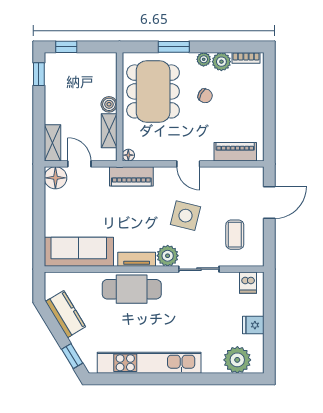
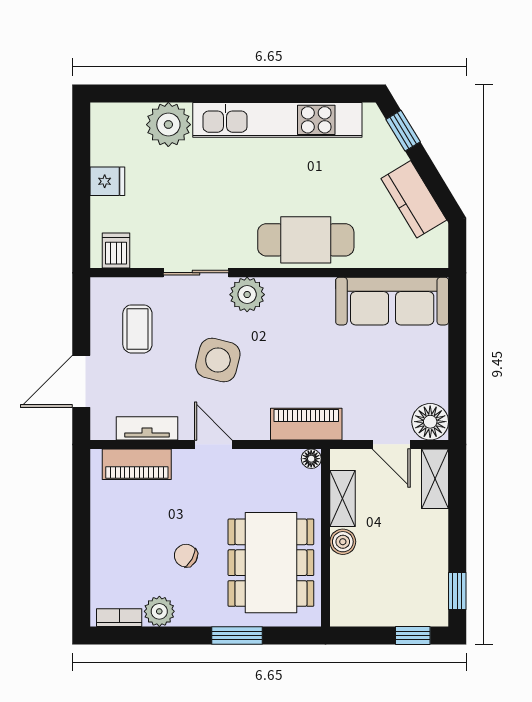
plant: (204, 59) -> (188, 615), removed
tv unit: (137, 259) -> (147, 428), moved, turned 180
plant: (237, 360) -> (168, 125), moved

